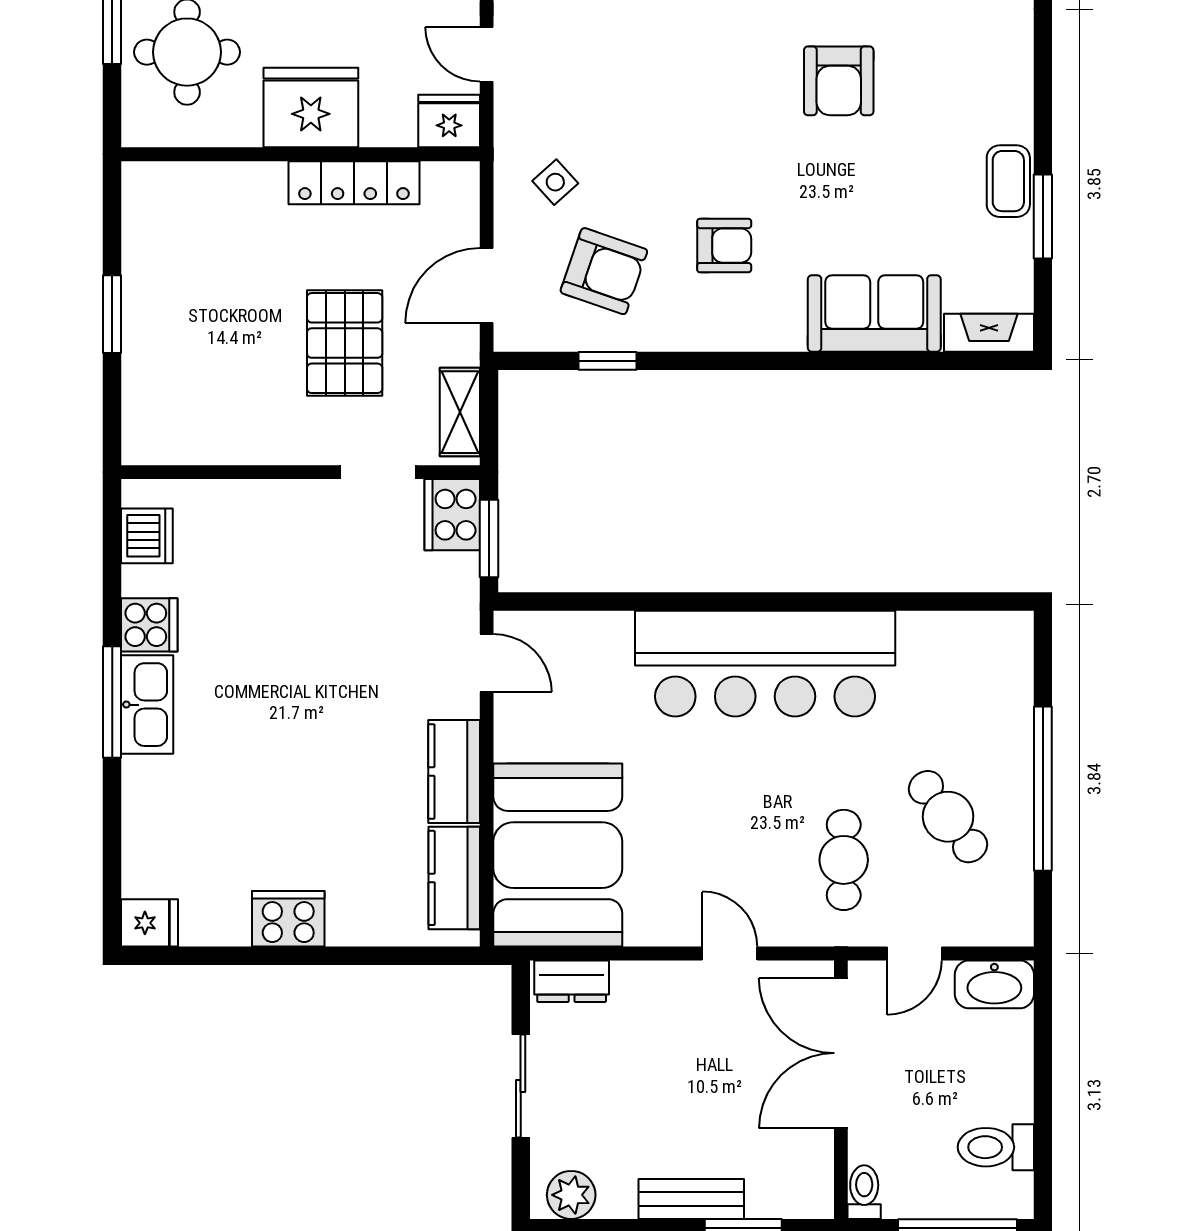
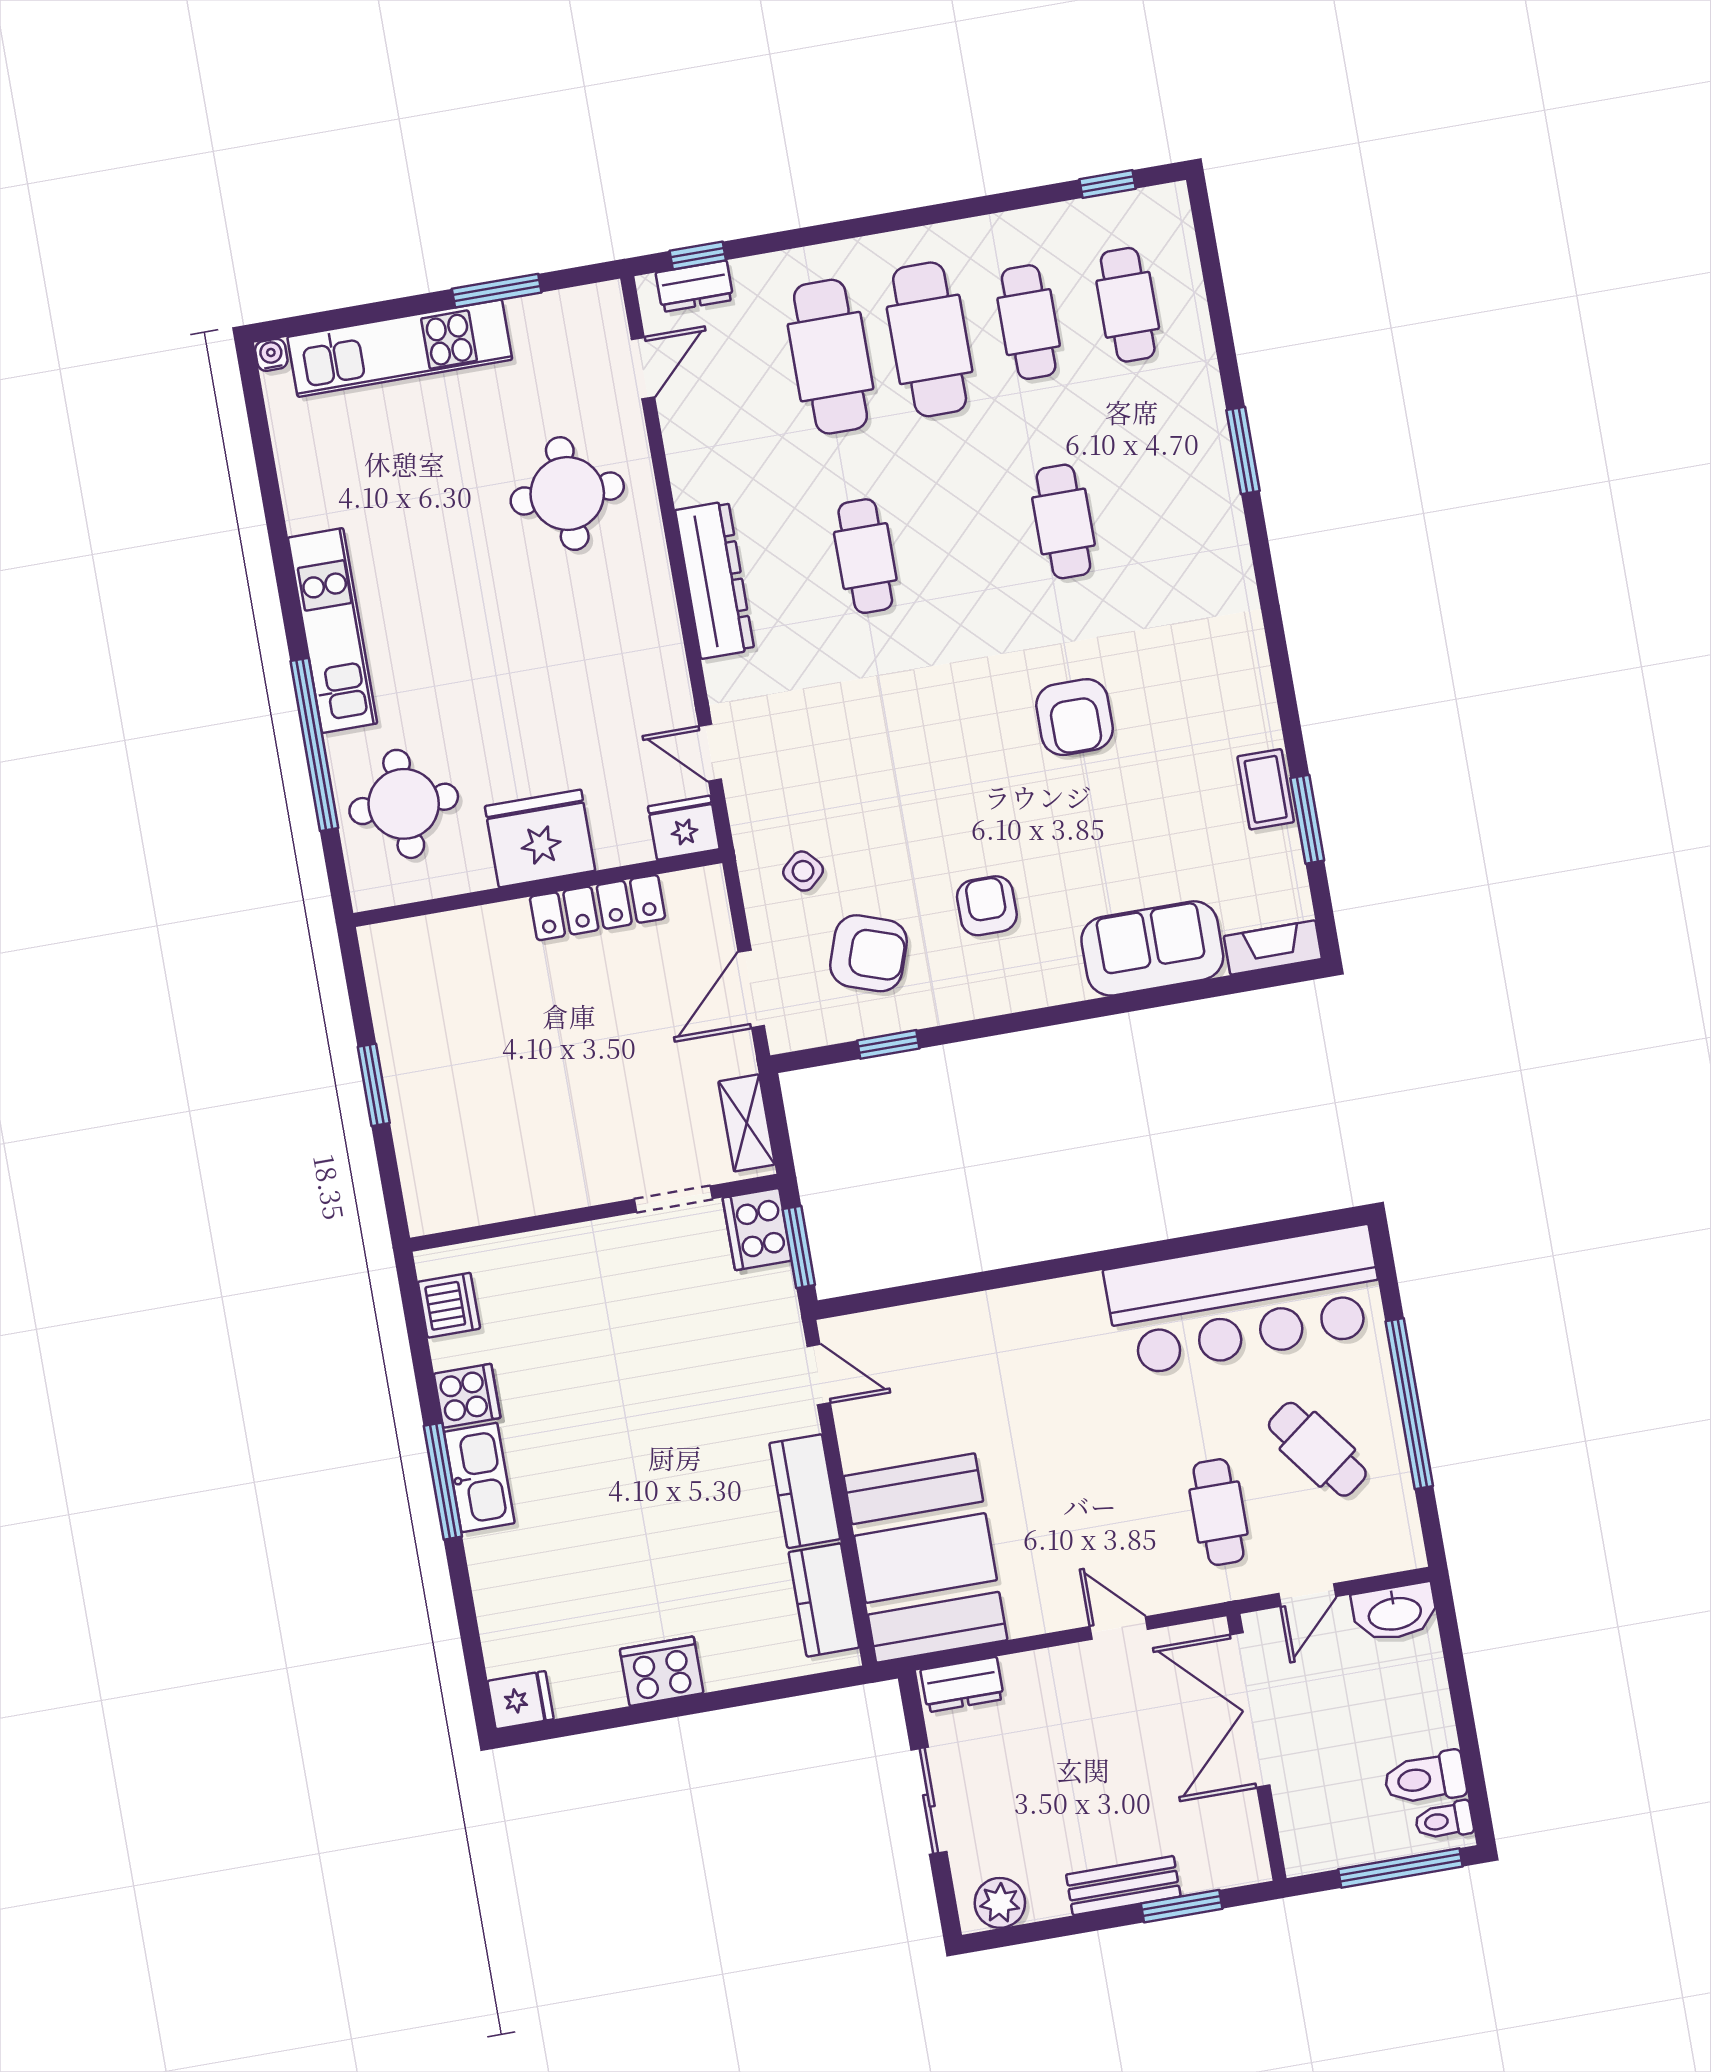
armchair: (724, 246) -> (987, 906), turned -90
pallet: (345, 343) -> (616, 1073), removed
bar counter: (765, 664) -> (1245, 1301), moved
toilet: (864, 1192) -> (1444, 1821), moved, turned -90

